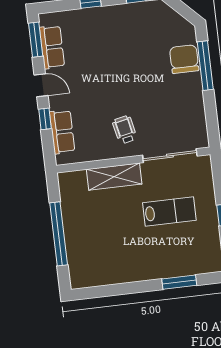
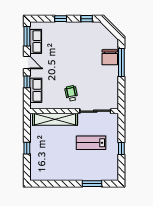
chair: (184, 59) -> (110, 57), turned 180
shelving: (114, 177) -> (55, 119), width x1.47
lab bench: (169, 211) -> (91, 143), turned 180
window: (59, 234) -> (27, 148), width x0.32

